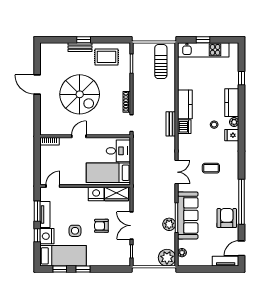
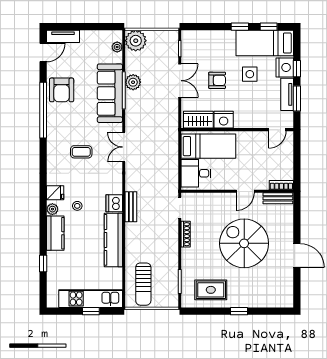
bench: (80, 47) -> (278, 198), moved
kitchen counter: (185, 104) -> (113, 240), width x1.50

